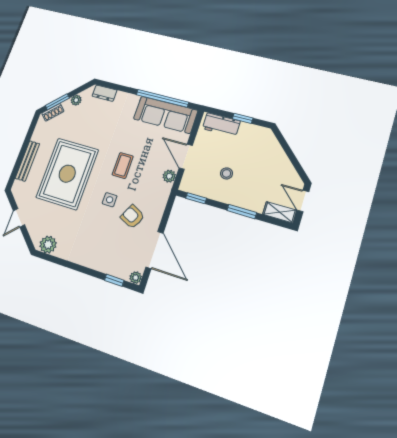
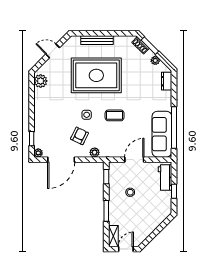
plant: (169, 176) -> (95, 152), moved

